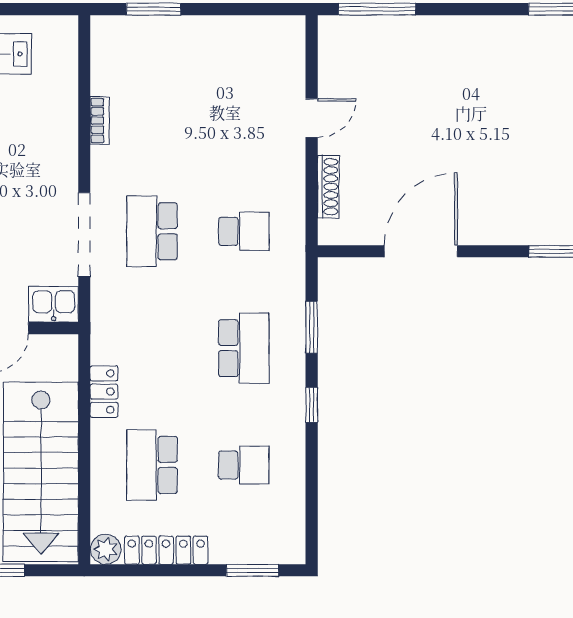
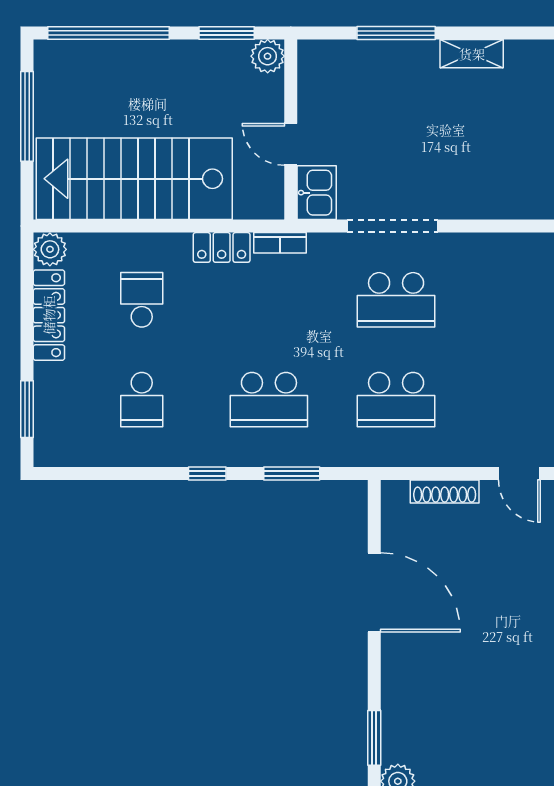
bookcase: (100, 121) -> (280, 243), moved
school desk: (152, 231) -> (396, 300), turned 180
school desk: (244, 231) -> (396, 400), width x1.85
school desk: (152, 465) -> (142, 300), width x0.54

